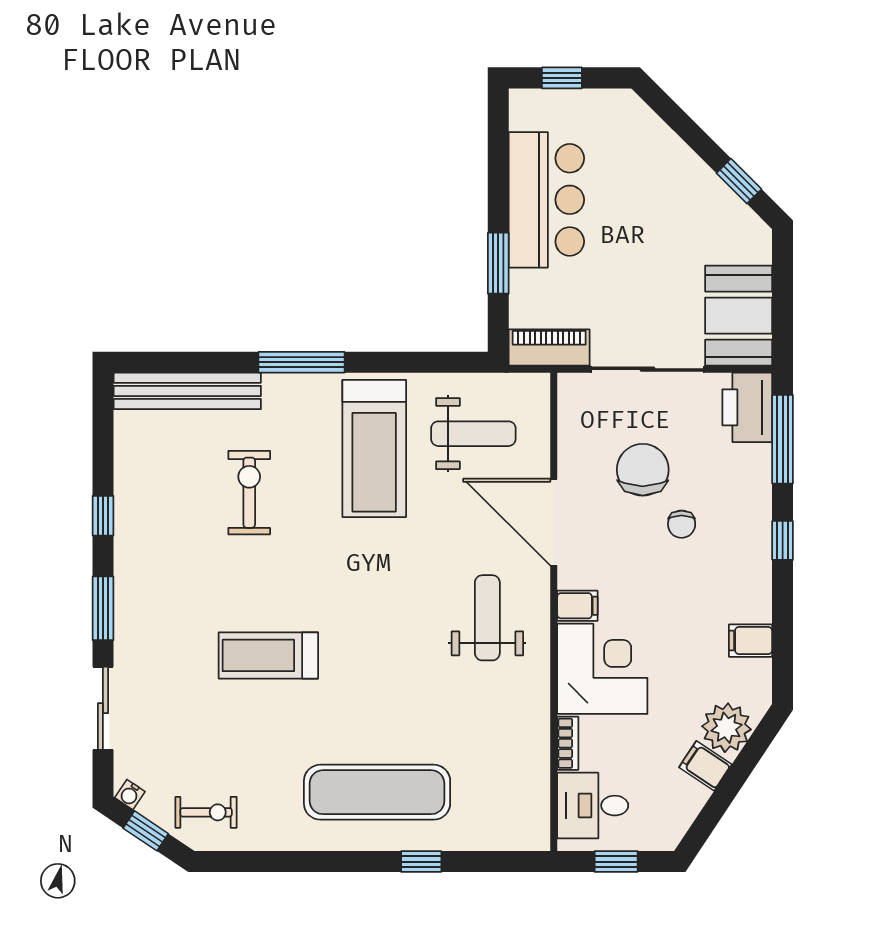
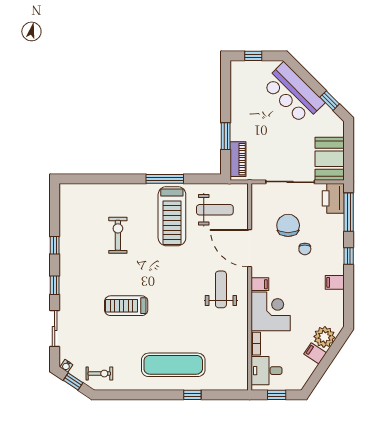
bar counter: (546, 200) -> (293, 93), moved, turned 135
piano: (549, 348) -> (238, 159), moved, turned 90
window: (302, 362) -> (165, 179), moved
bench: (187, 391) -> (91, 191), removed
window: (103, 608) -> (55, 285), width x0.67
filing cabinet: (751, 641) -> (335, 282), moved

